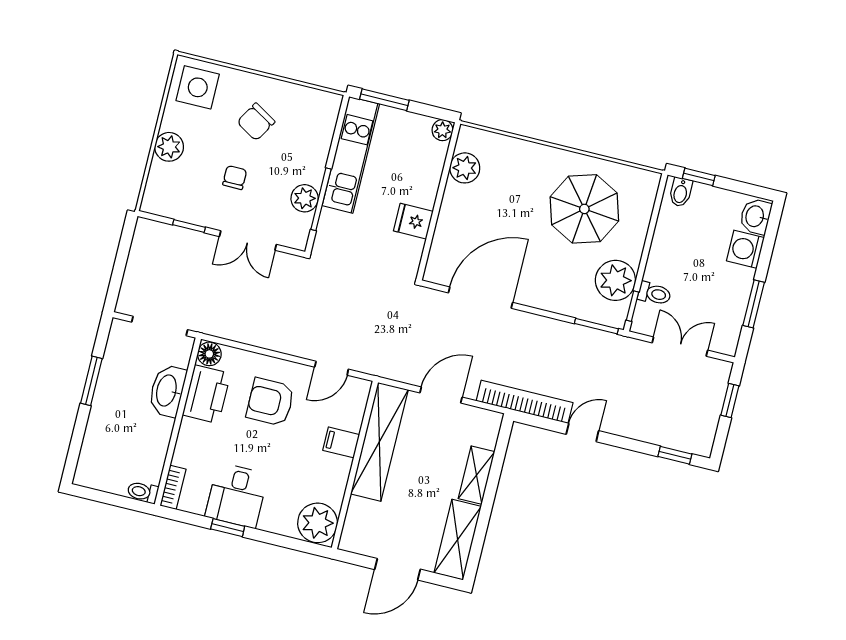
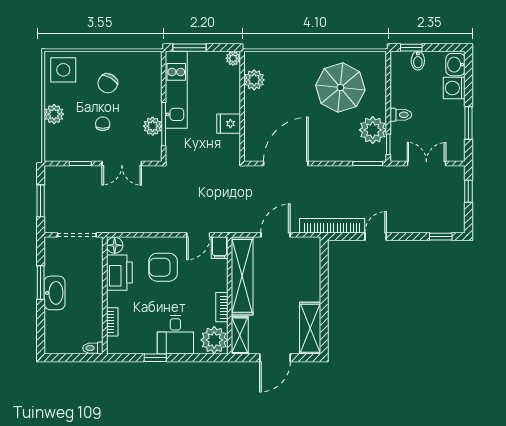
bidet: (681, 192) -> (418, 61), moved
window: (120, 265) -> (41, 201), added
toilet: (654, 294) -> (401, 115), moved
washbasin: (167, 391) -> (55, 293), moved, turned 180
filing cabinet: (341, 442) -> (220, 248), moved, turned -90
shelving: (477, 475) -> (240, 335), moved
bookcase: (340, 479) -> (222, 307), added
bookcase: (173, 487) -> (112, 322), moved
desk: (237, 495) -> (175, 335), moved

